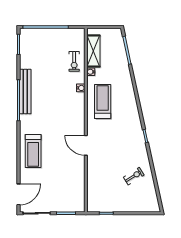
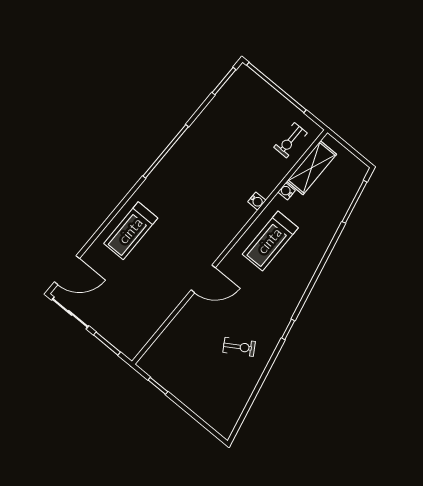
exercise bike: (74, 61) -> (290, 140), moved
bench: (25, 92) -> (183, 147), removed
treadmill: (103, 101) -> (270, 241), turned 180
door: (86, 145) -> (203, 279), swing flipped
exercise bike: (134, 176) -> (239, 347), moved

